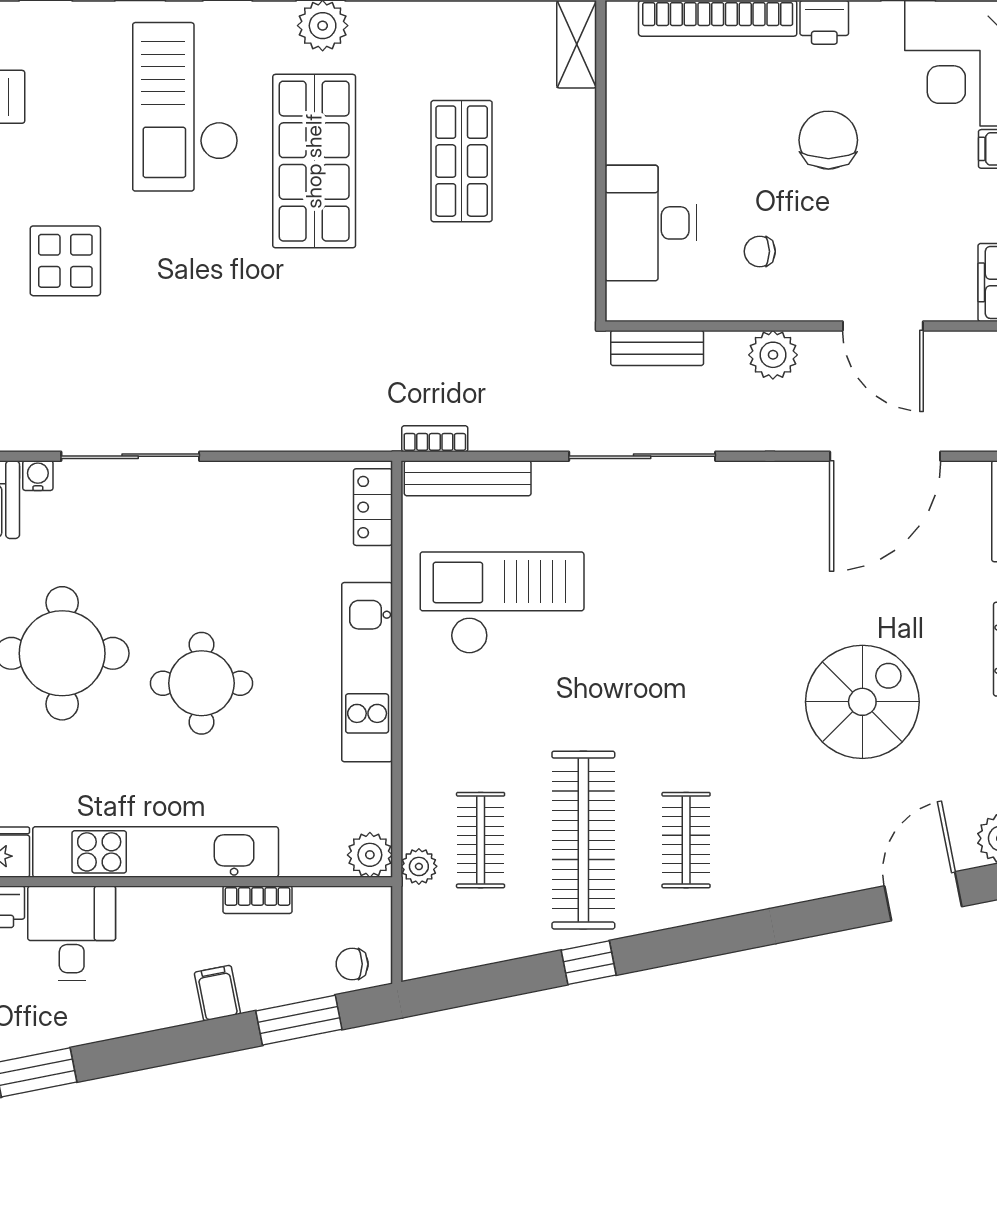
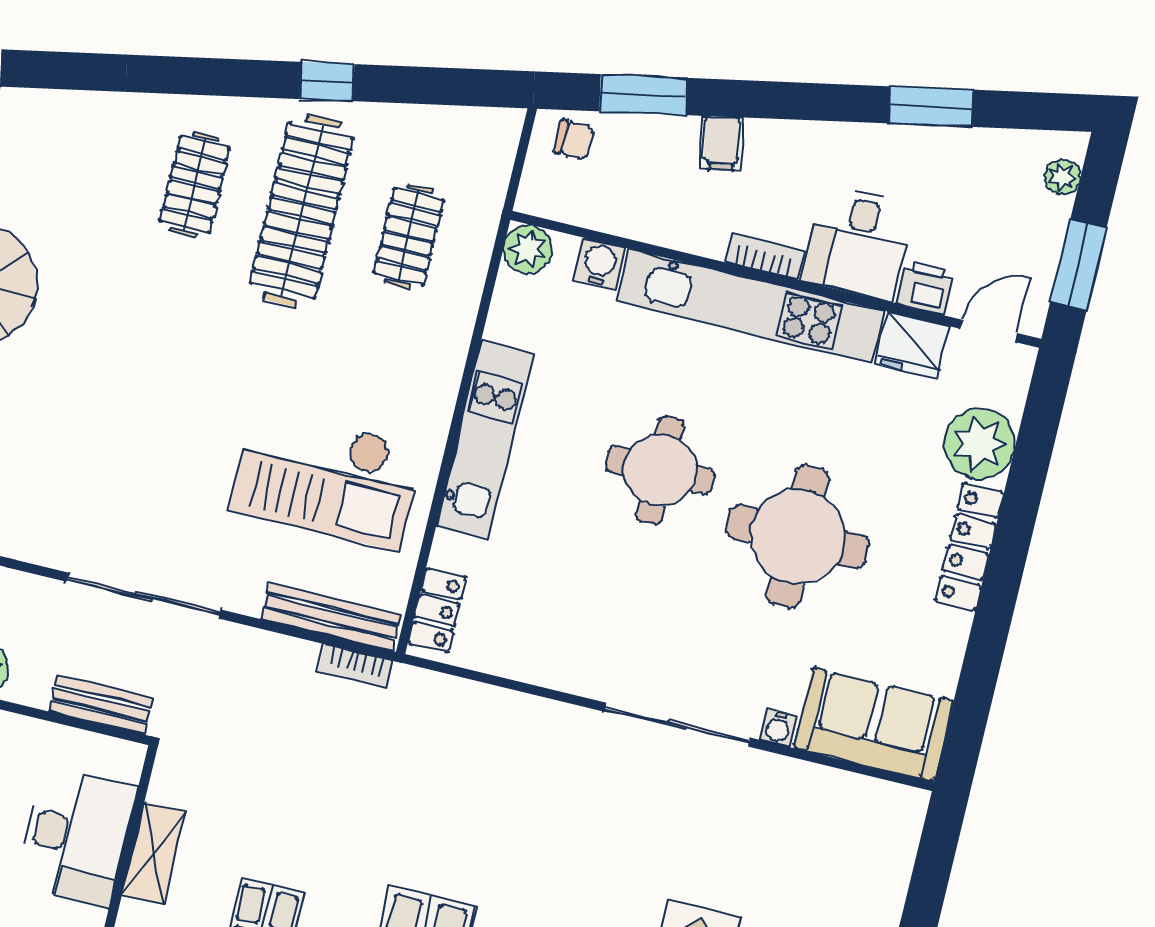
shelving: (576, 225) -> (154, 853), added
water cooler: (302, 857) -> (599, 264), added
plant: (419, 866) -> (480, 225), removed
bookcase: (258, 900) -> (765, 257), moved

